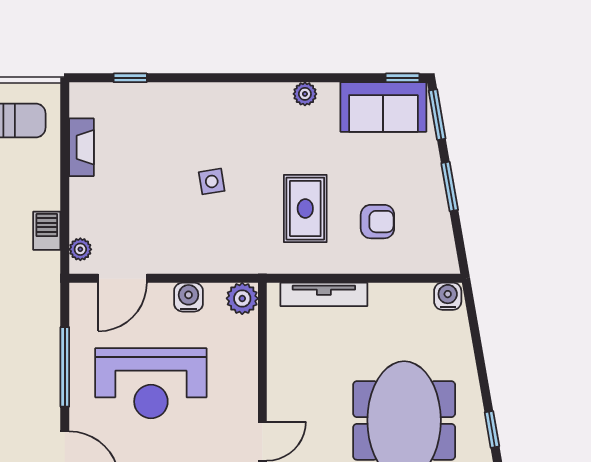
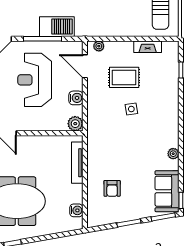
rug: (305, 209) -> (124, 77), moved
barbecue: (47, 231) -> (57, 27), moved, width x1.88, depth x1.53
water cooler: (448, 296) -> (76, 210), moved

